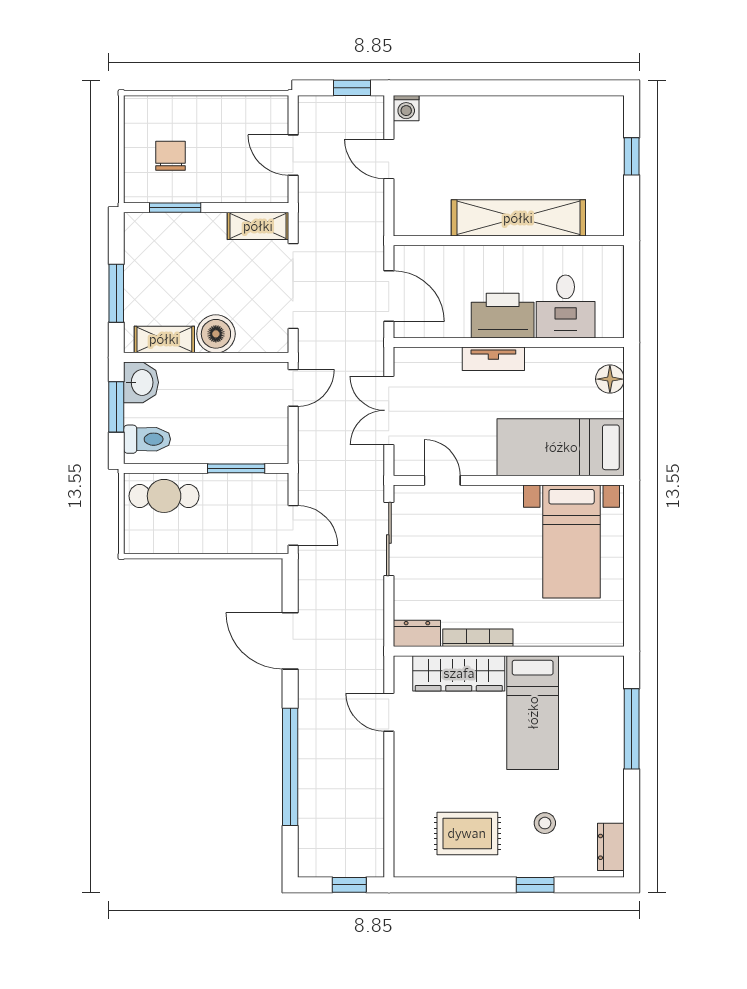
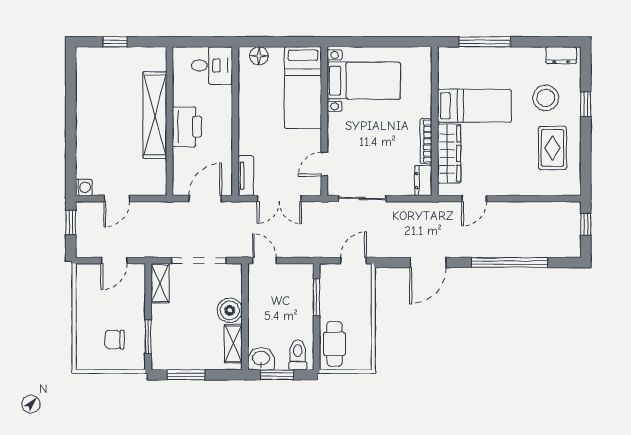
window: (116, 293) -> (186, 375), moved
desk: (566, 306) -> (212, 66), moved
printer: (503, 316) -> (187, 127), moved, turned 180
tv unit: (493, 359) -> (246, 176), moved
stool: (545, 823) -> (546, 98), width x1.89, depth x1.89

